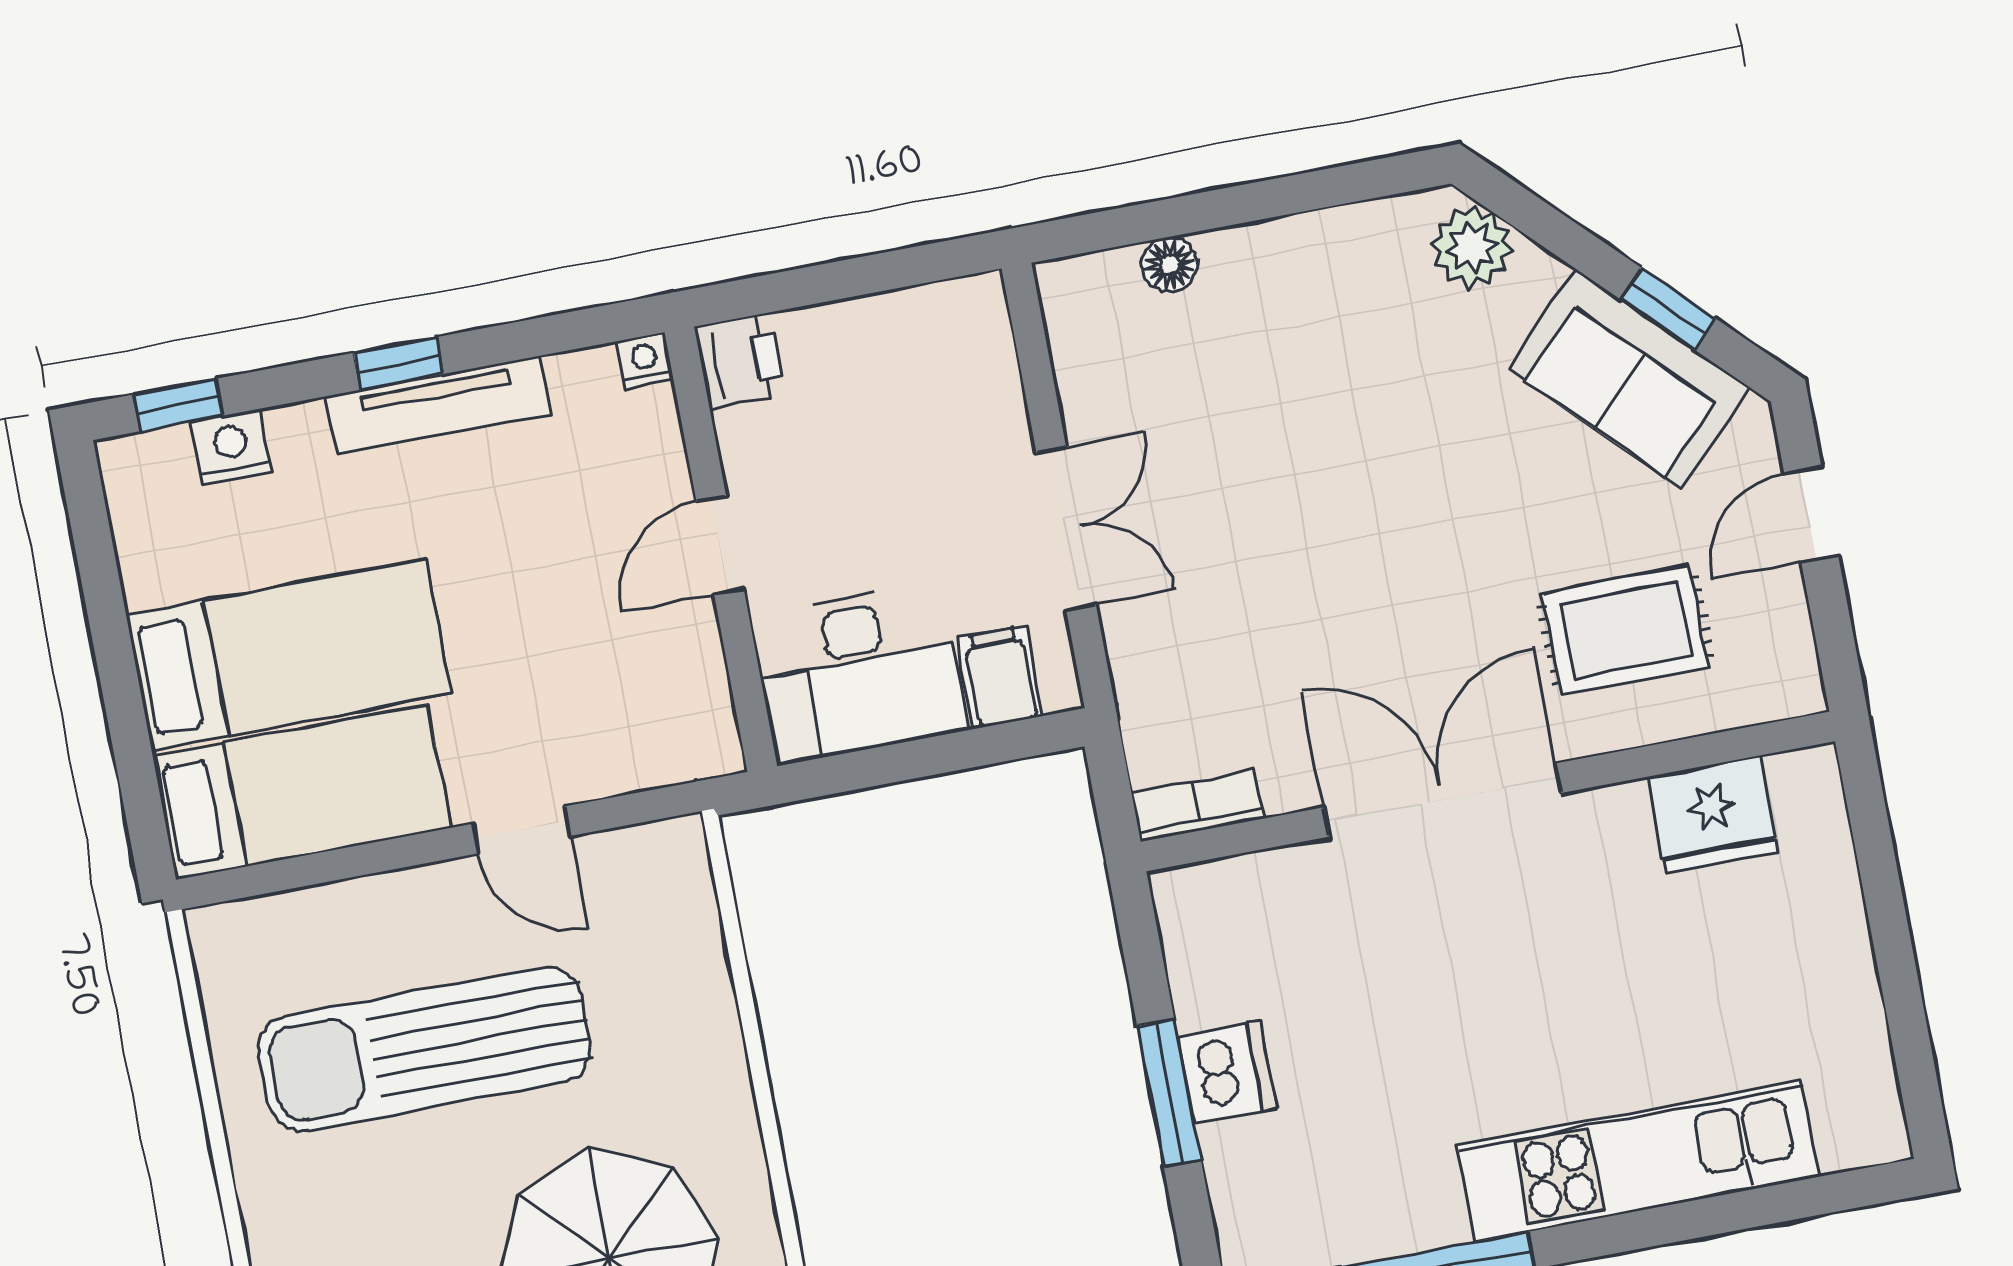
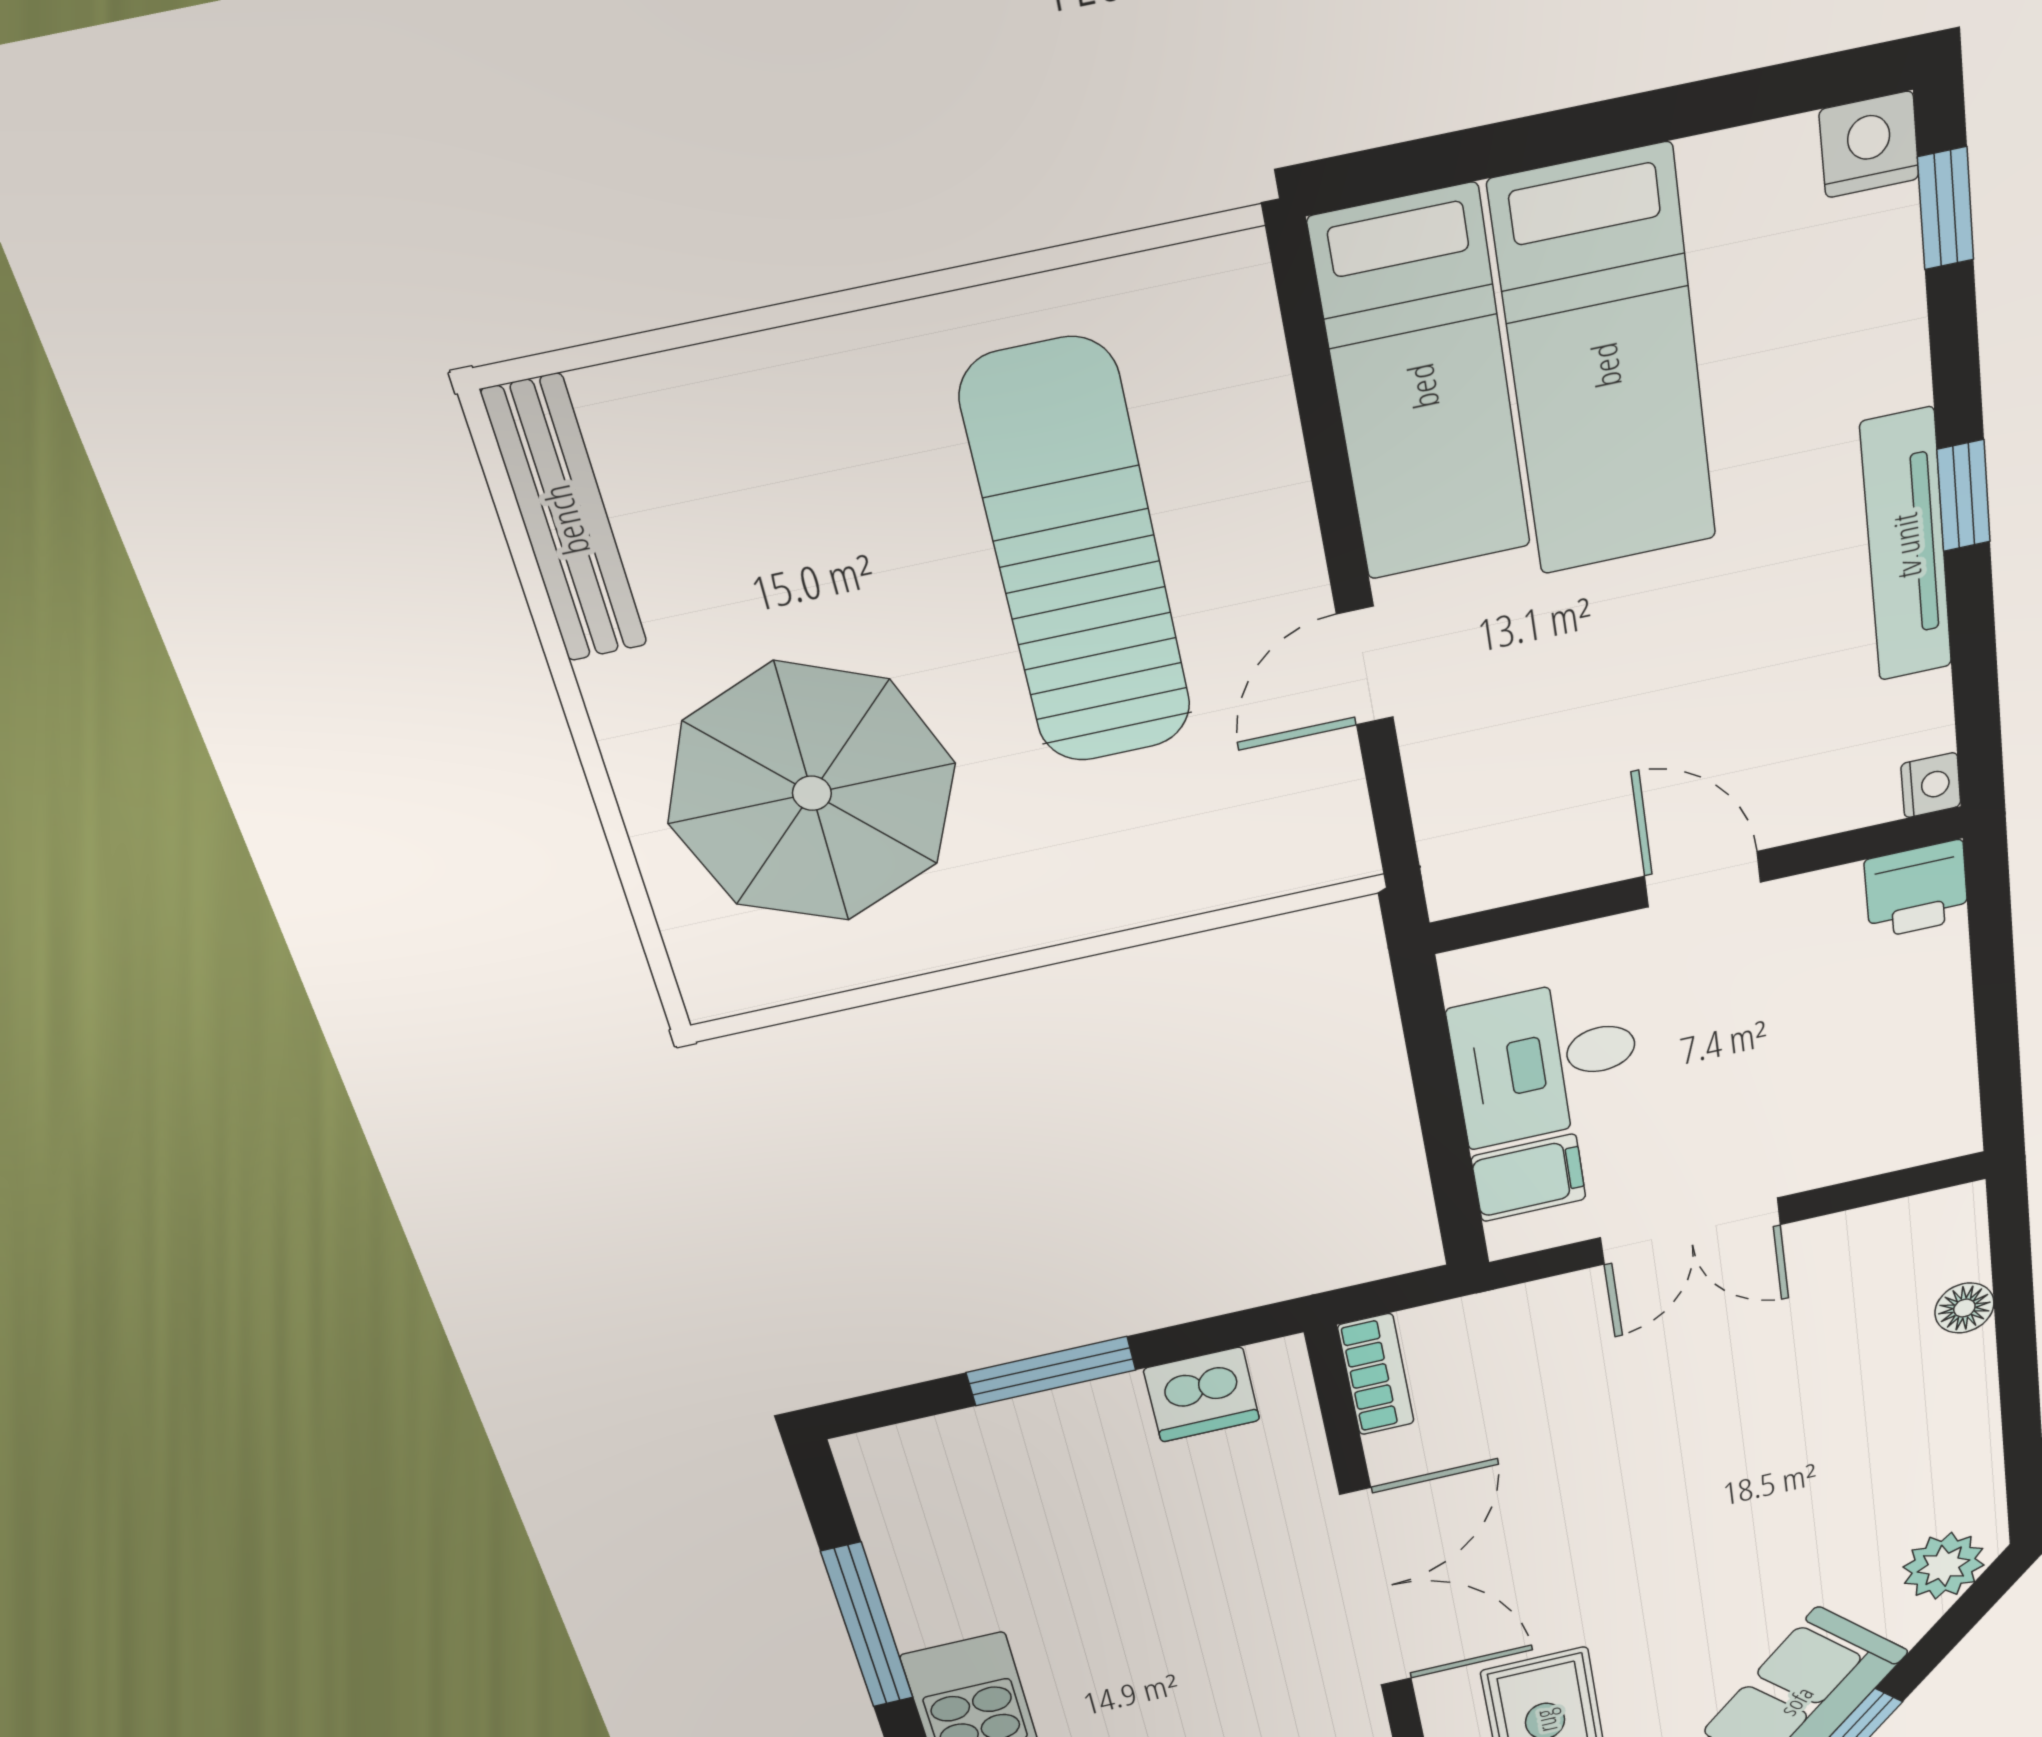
nightstand: (231, 447) -> (1869, 145), moved, turned -90
desk: (859, 673) -> (1546, 1061), width x0.73
dishwasher: (1227, 1072) -> (1202, 1395), moved

